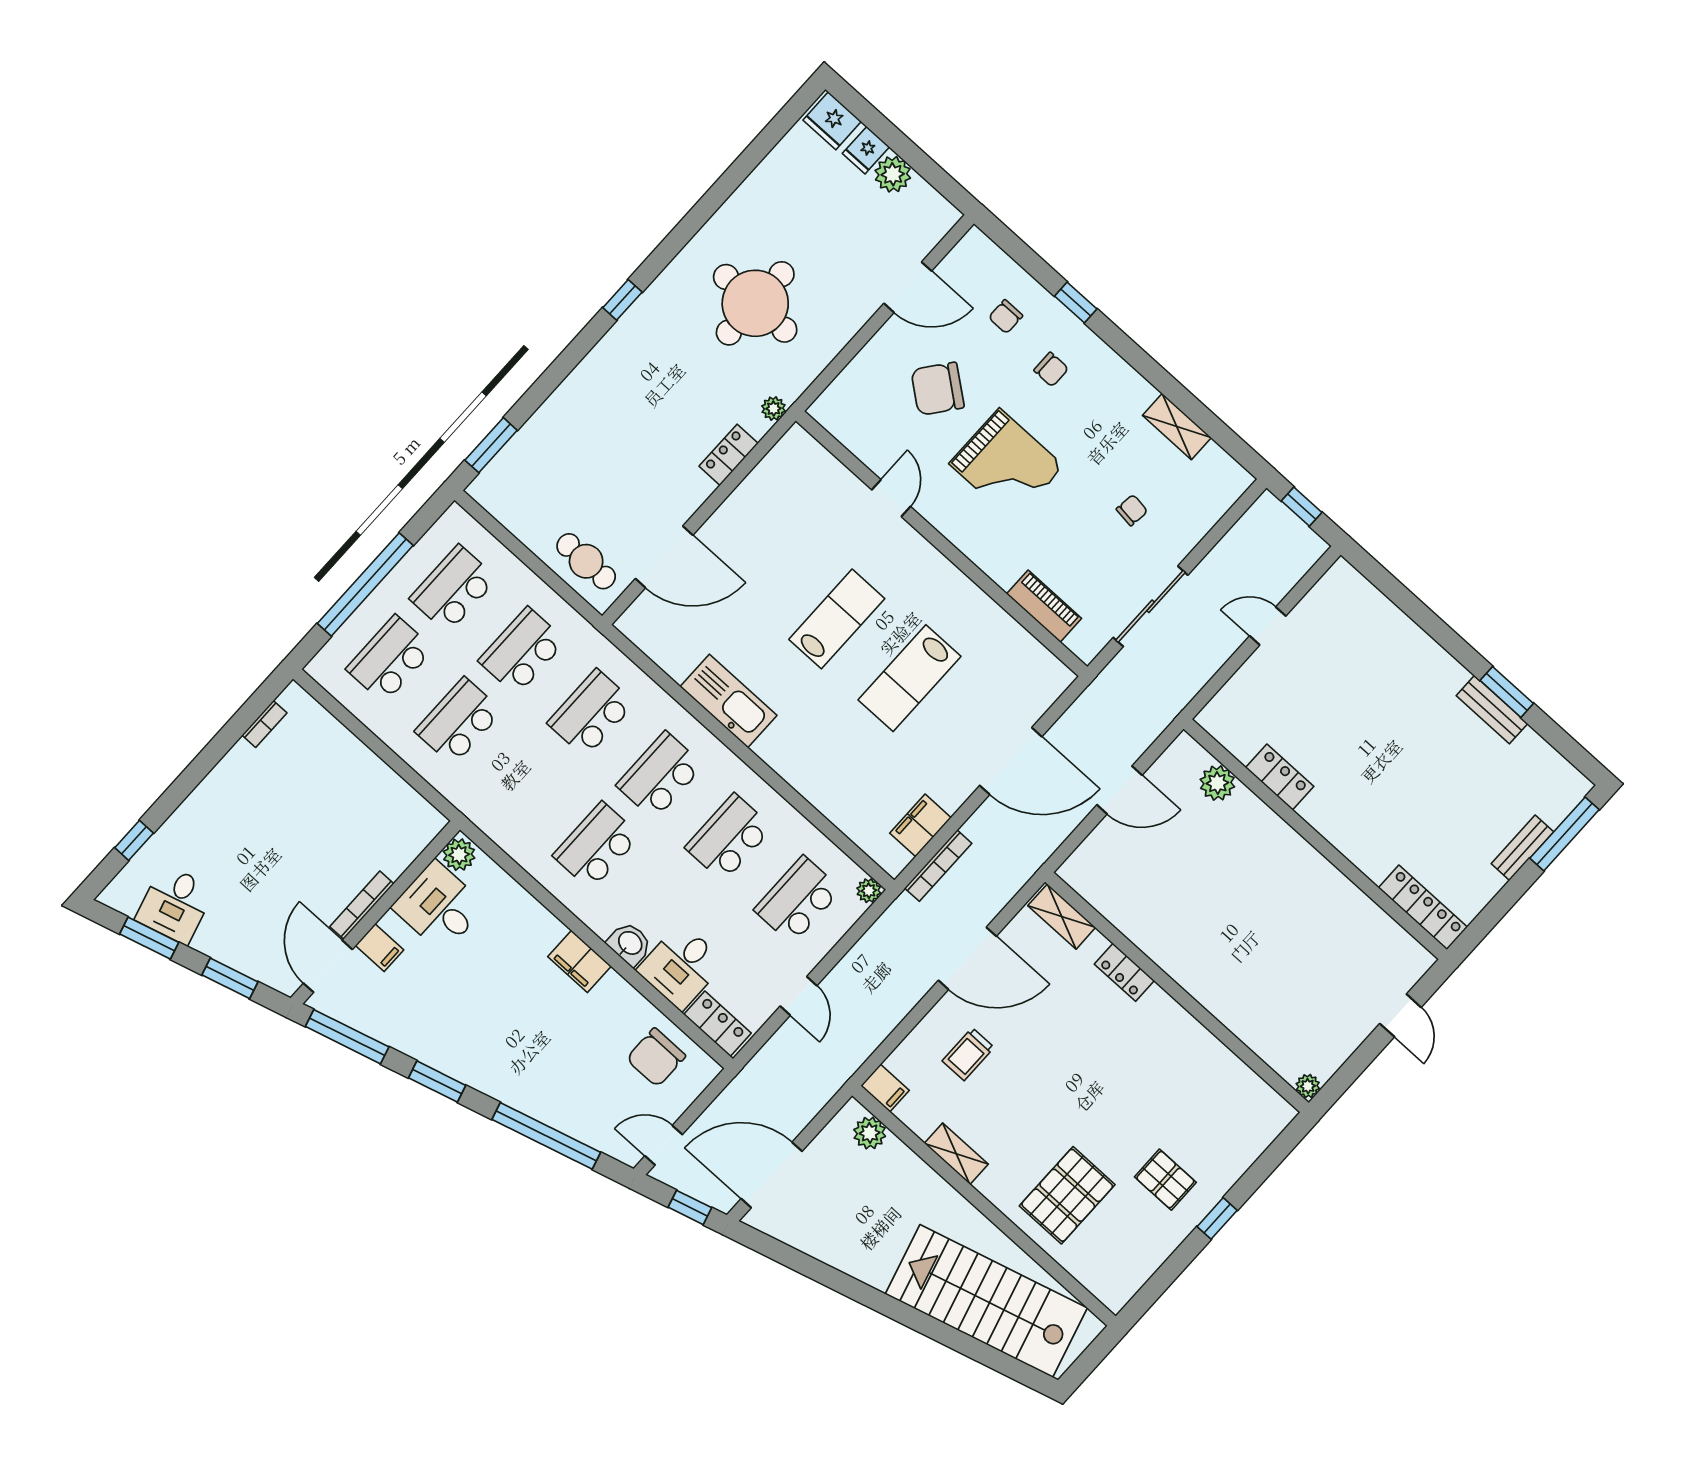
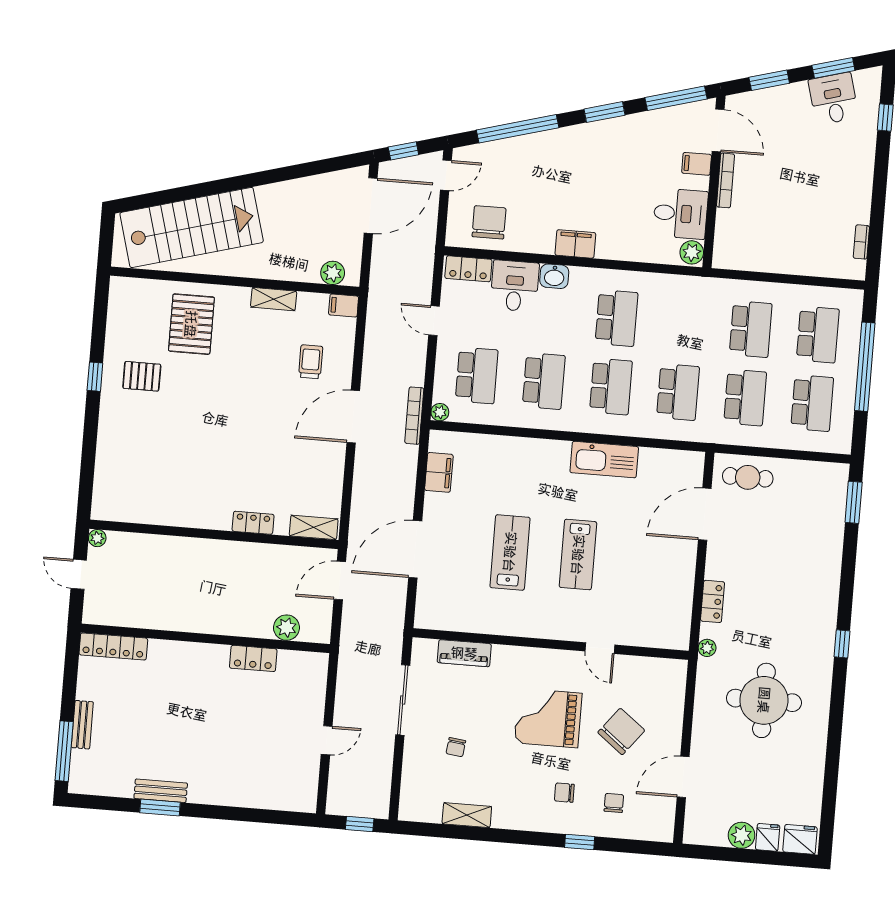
bookcase: (938, 866) -> (414, 416), moved
shelving: (1062, 917) -> (314, 527), moved
locker: (1124, 972) -> (253, 523), moved
wall: (1177, 992) -> (214, 534), moved
plant: (1308, 1086) -> (97, 538), moved

